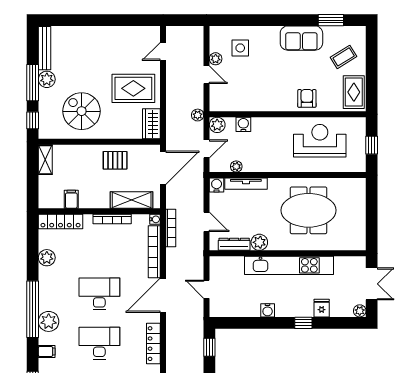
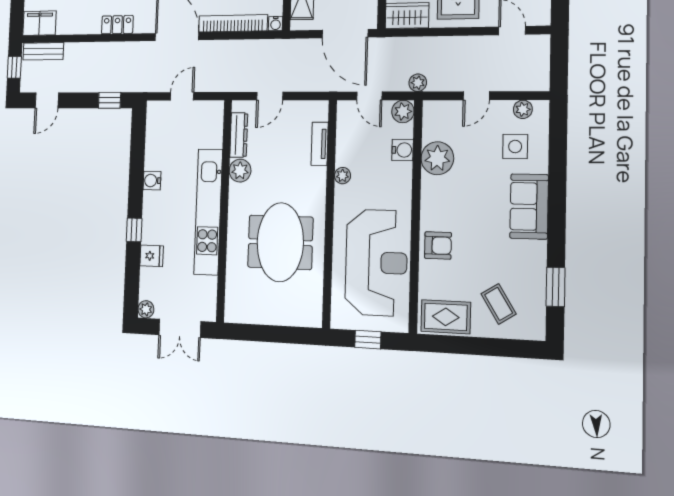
sofa: (301, 38) -> (529, 206), moved
plant: (216, 59) -> (523, 109), moved
plant: (249, 100) -> (437, 158), added
reception desk: (320, 141) -> (376, 263), width x1.36, depth x1.30
plant: (236, 166) -> (343, 176), moved
tv unit: (246, 184) -> (320, 144), width x0.71
water cooler: (217, 185) -> (319, 110), removed
bookcase: (171, 228) -> (263, 46), removed
locker: (153, 344) -> (117, 25), width x0.66

